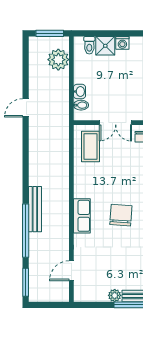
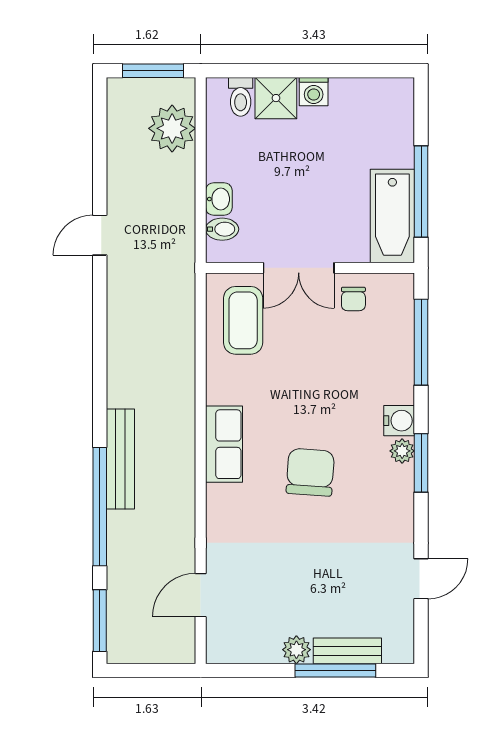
row of seats: (82, 216) -> (224, 444), moved

